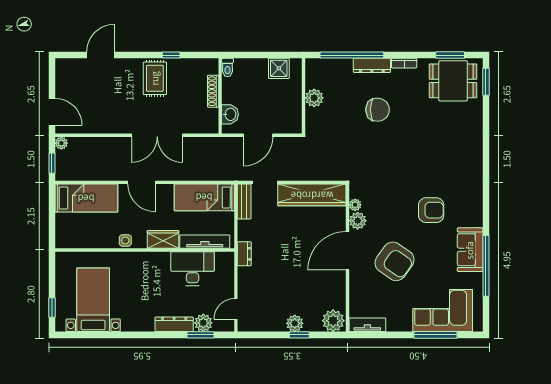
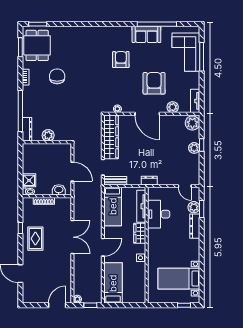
dresser: (372, 65) -> (27, 129), moved
shower: (279, 68) -> (29, 180), moved
rug: (155, 78) -> (35, 239), turned 90
chair: (378, 110) -> (57, 76), moved
plant: (358, 221) -> (173, 107), moved
armchair: (394, 261) -> (154, 83), turned -35

